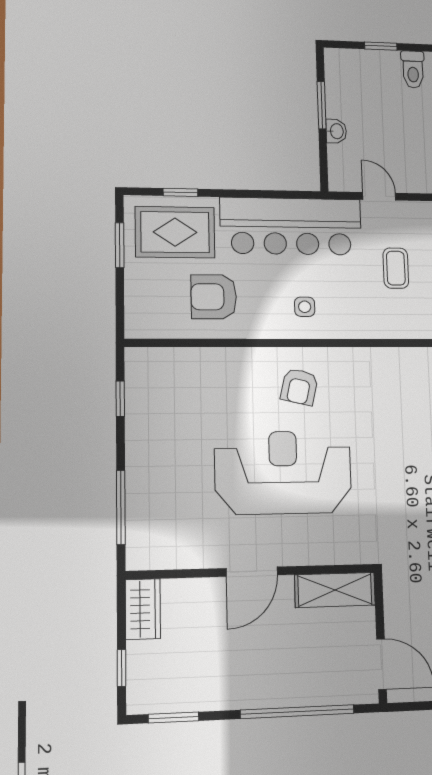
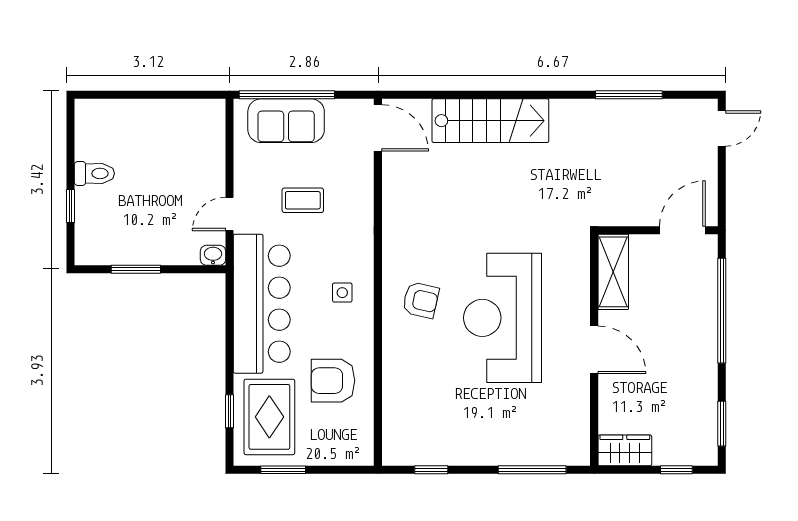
washbasin: (336, 131) -> (213, 255), moved
armchair: (214, 297) -> (333, 381), turned 90

